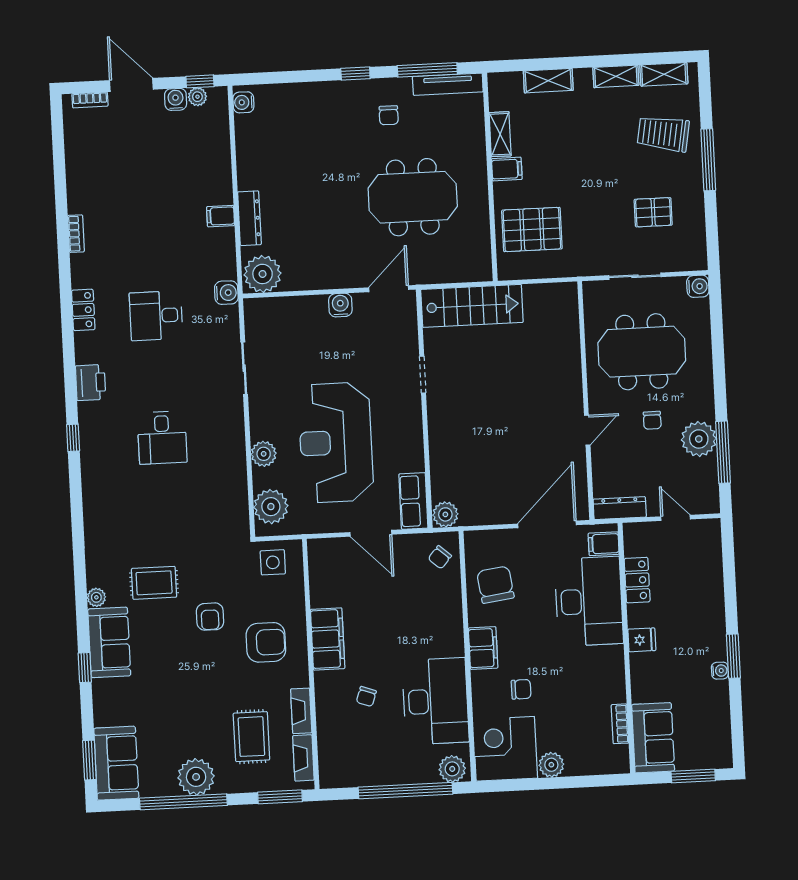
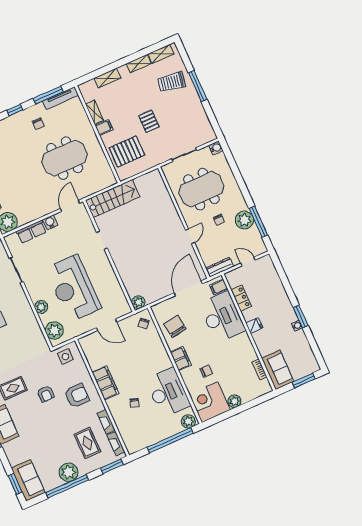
pallet: (653, 212) -> (149, 121), moved, turned 90
row of seats: (413, 501) -> (31, 232), moved, turned -90

